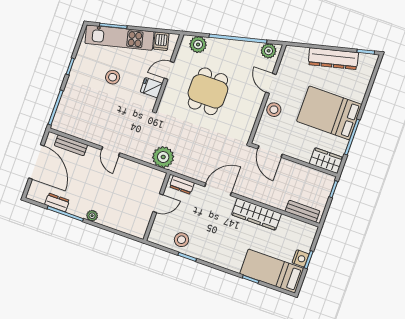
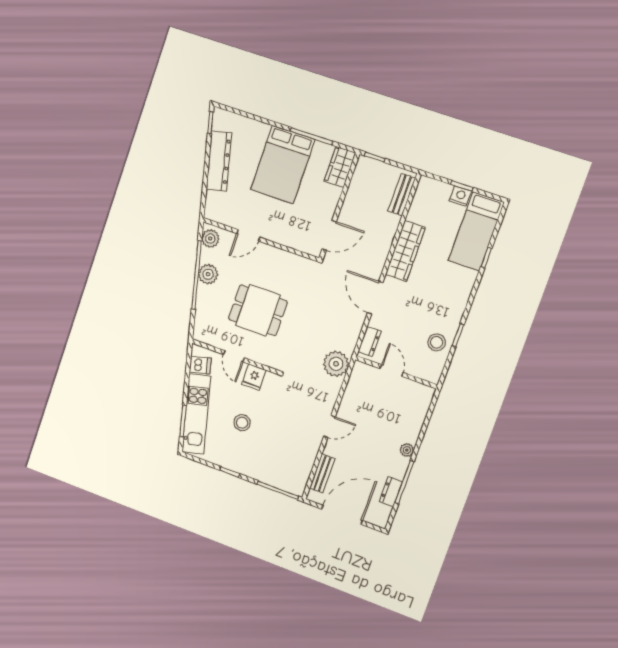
plant: (198, 45) -> (208, 274), moved
stool: (274, 110) -> (279, 231), removed

